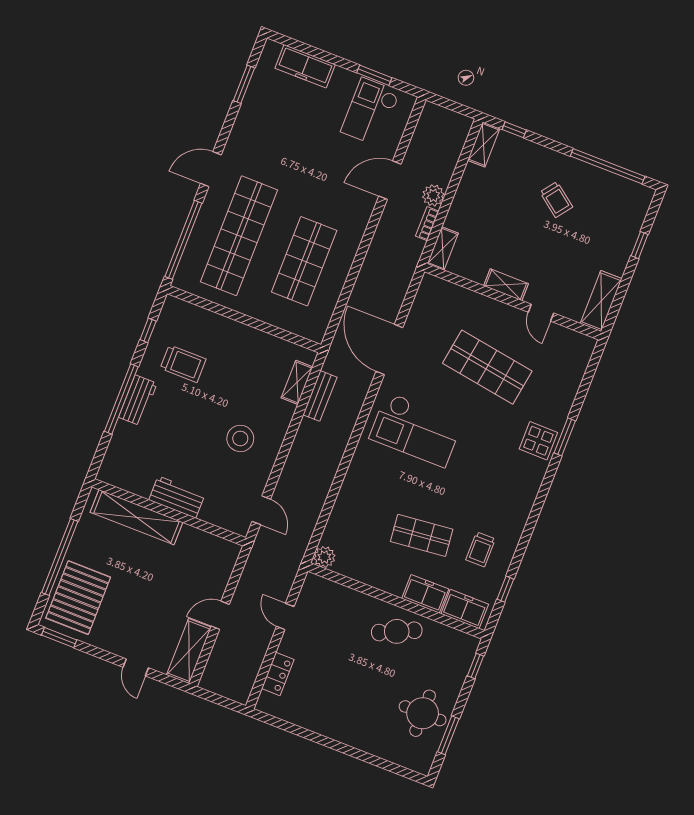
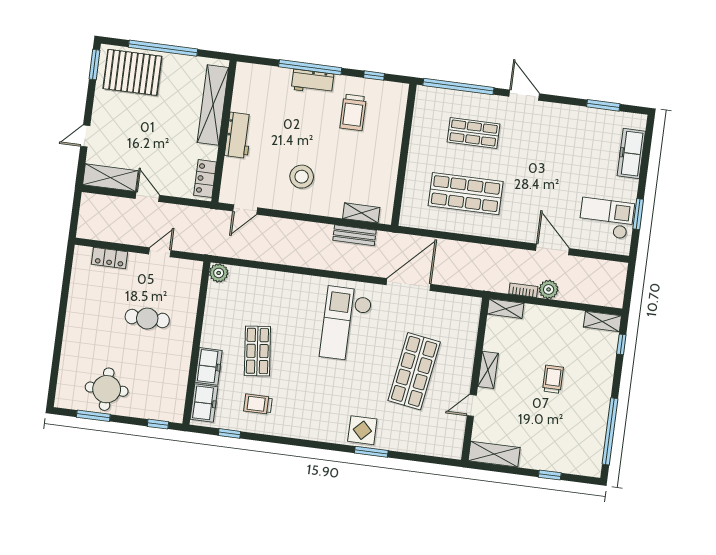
trolley: (556, 199) -> (553, 379), moved, turned 143
shop shelf: (239, 236) -> (474, 133), width x0.50, depth x0.74
locker: (216, 546) -> (205, 179), added
cafe table: (397, 631) -> (147, 319), moved, turned -65

